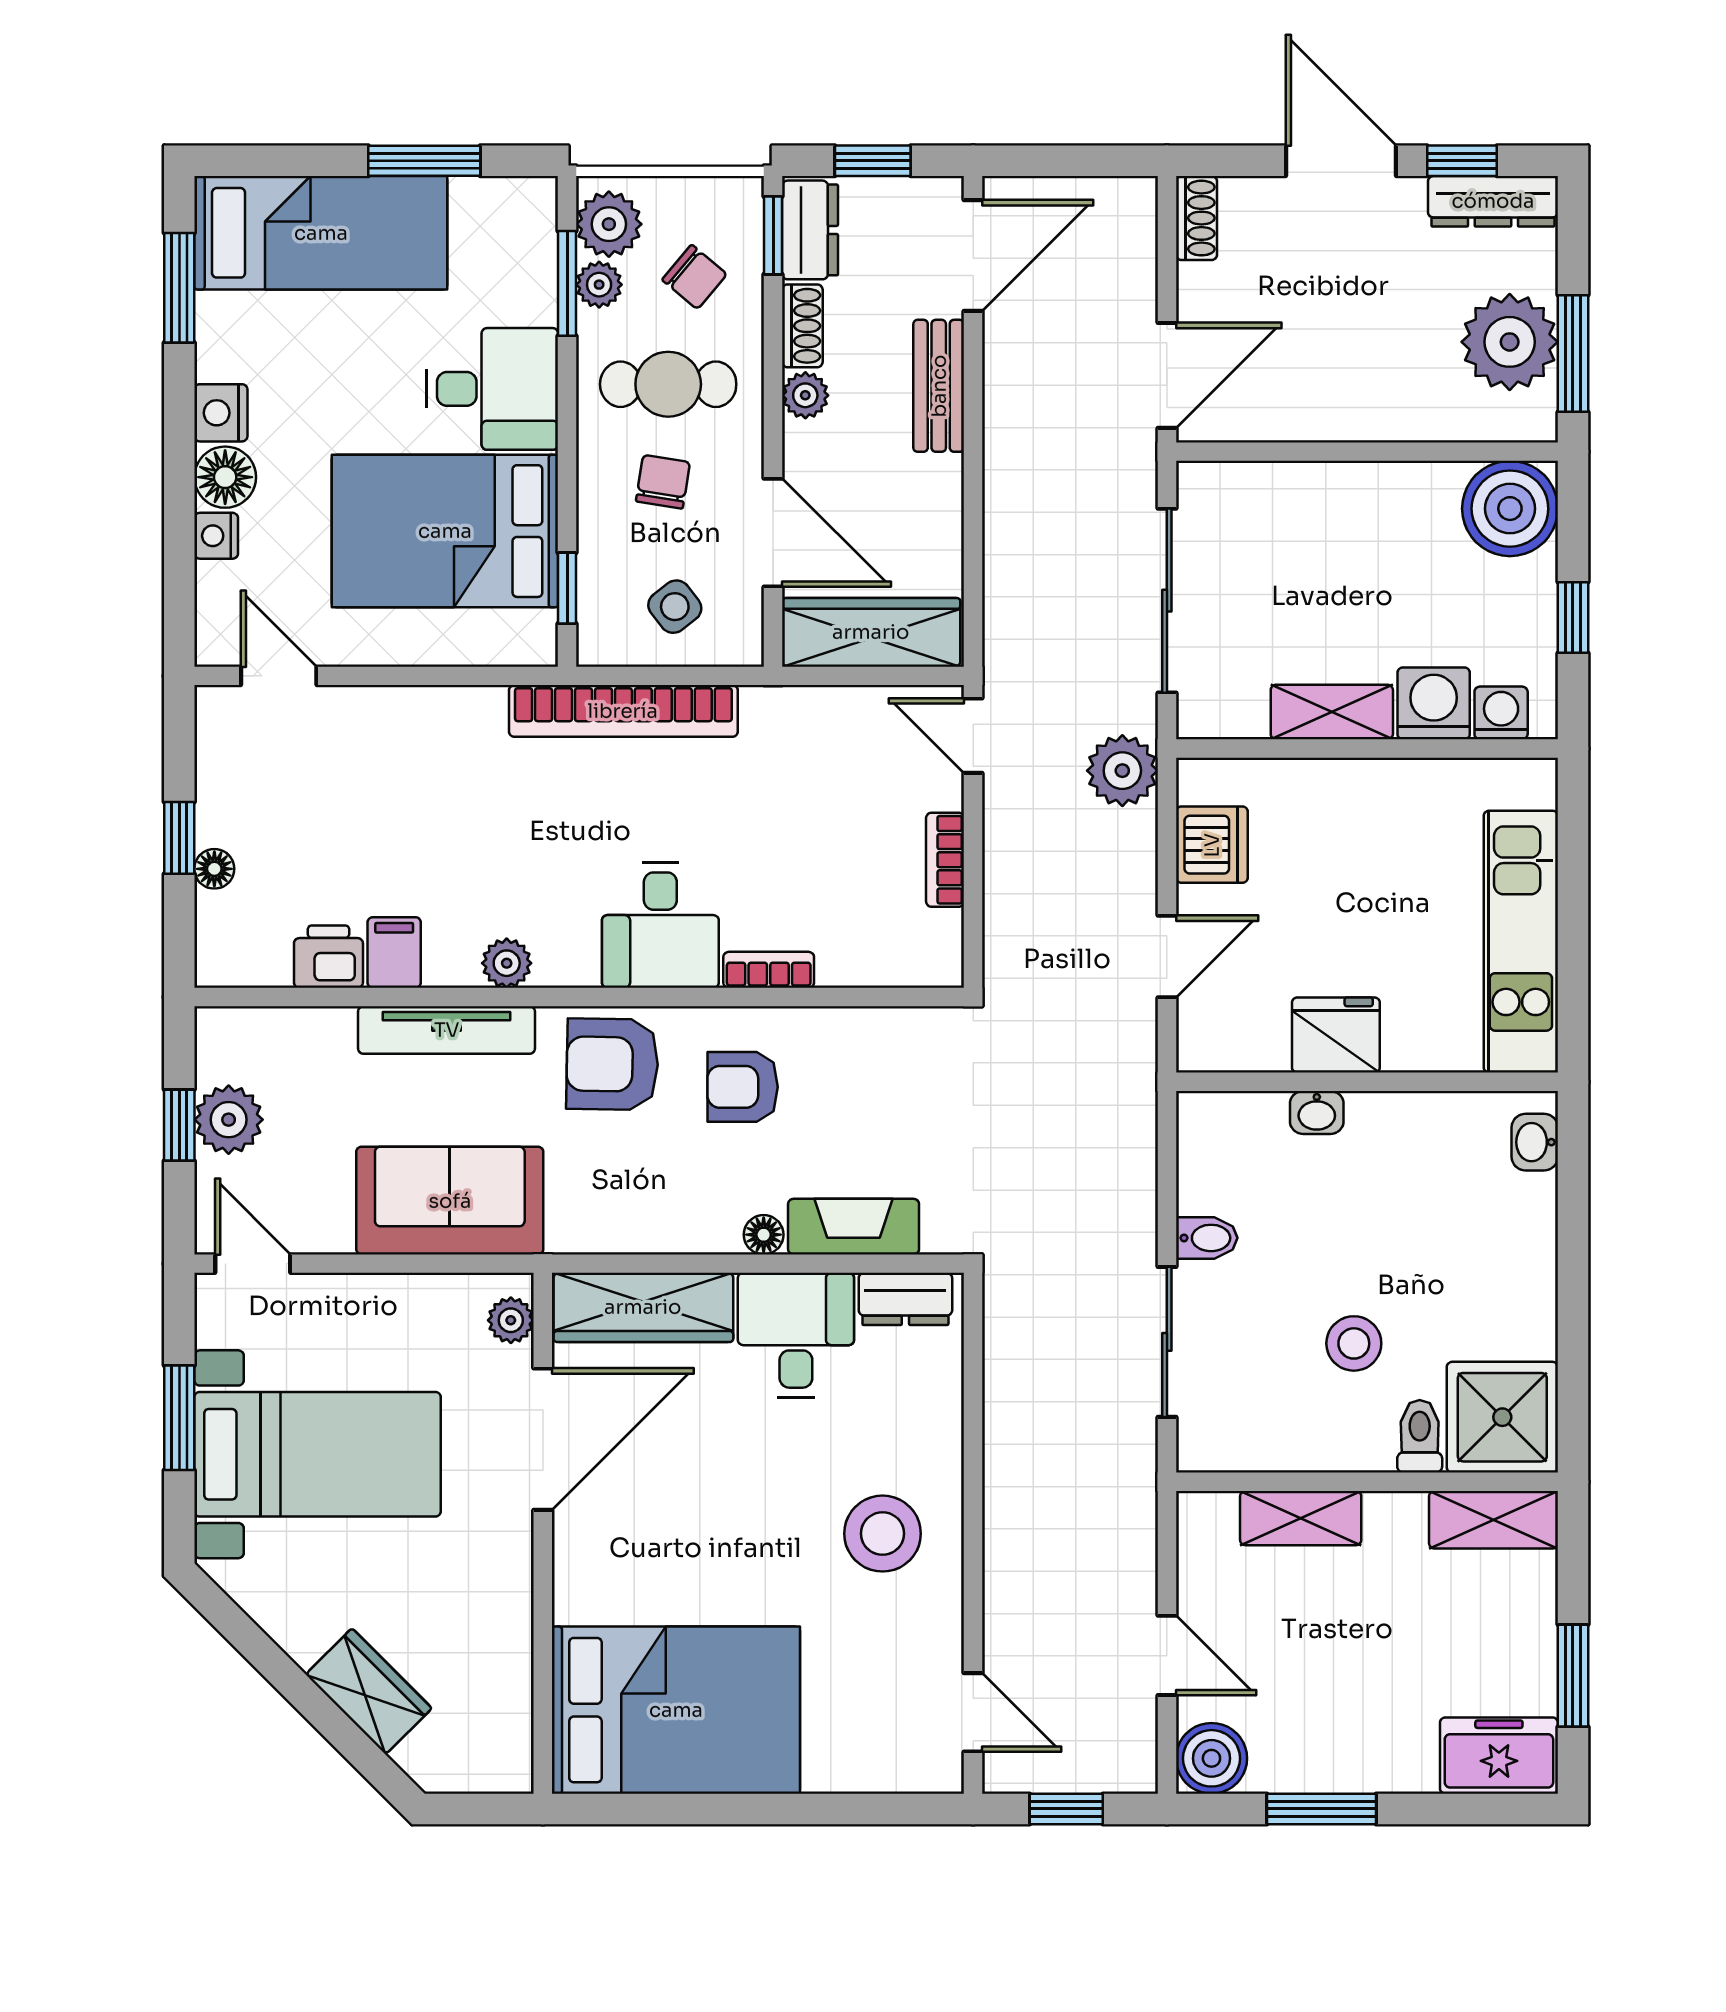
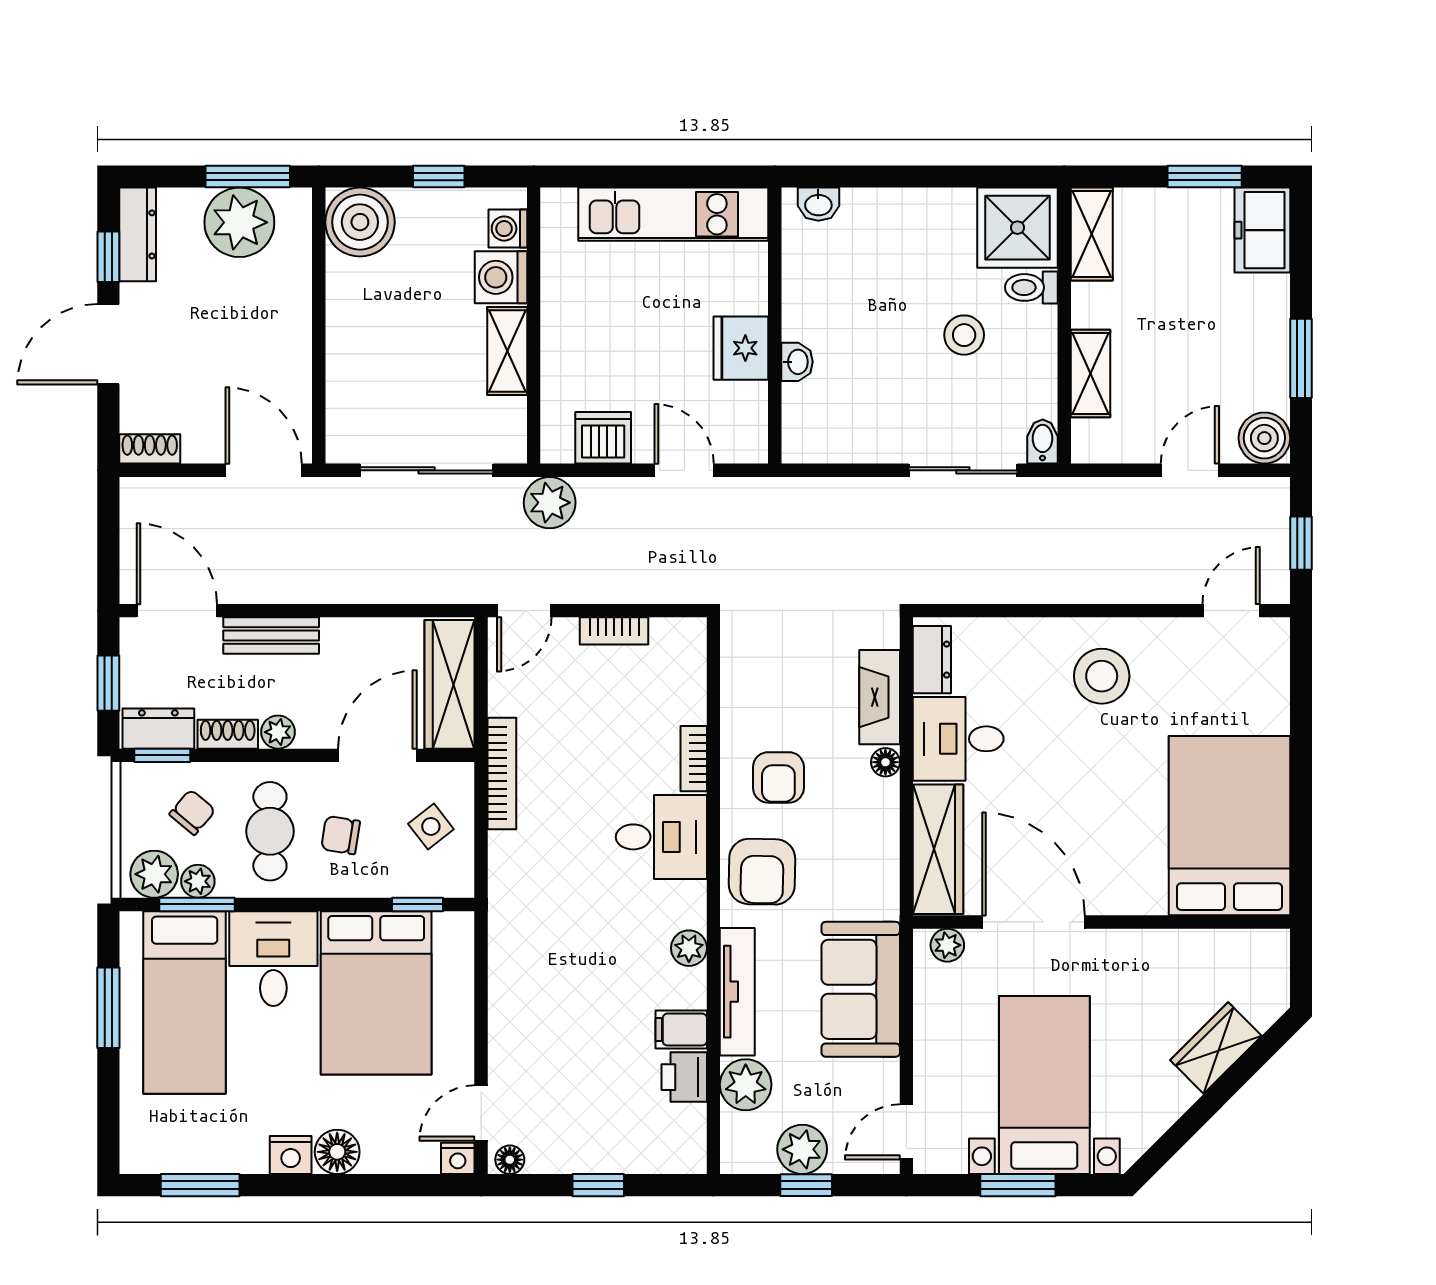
bed: (321, 233) -> (185, 1002), moved, turned 180
nightstand: (216, 536) -> (458, 1158), moved
bookcase: (623, 711) -> (502, 773), moved, width x0.68, depth x0.76
floor lamp: (214, 869) -> (510, 1160), moved
plant: (318, 1042) -> (746, 1085), added
bidet: (1207, 1238) -> (1043, 442), moved

